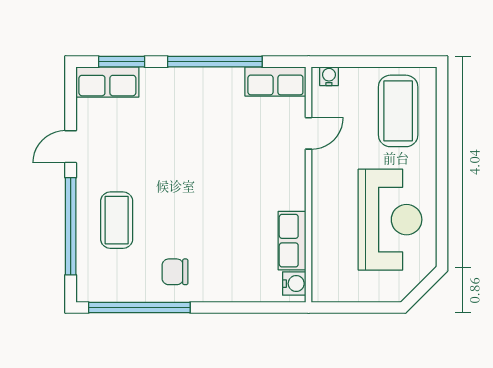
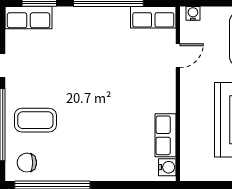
coffee table: (117, 220) -> (35, 120), turned 90
chair: (175, 272) -> (27, 163), moved

